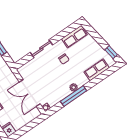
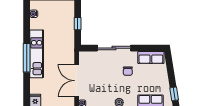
sliding door: (41, 49) -> (114, 48), width x1.37

